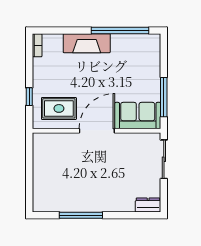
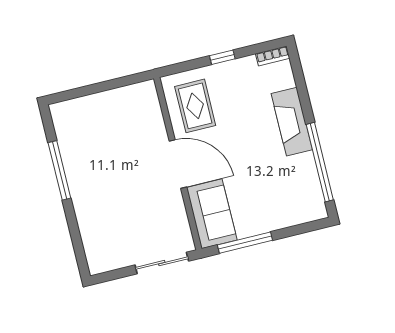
window: (29, 97) -> (222, 57), moved
dresser: (148, 205) -> (95, 257), removed

